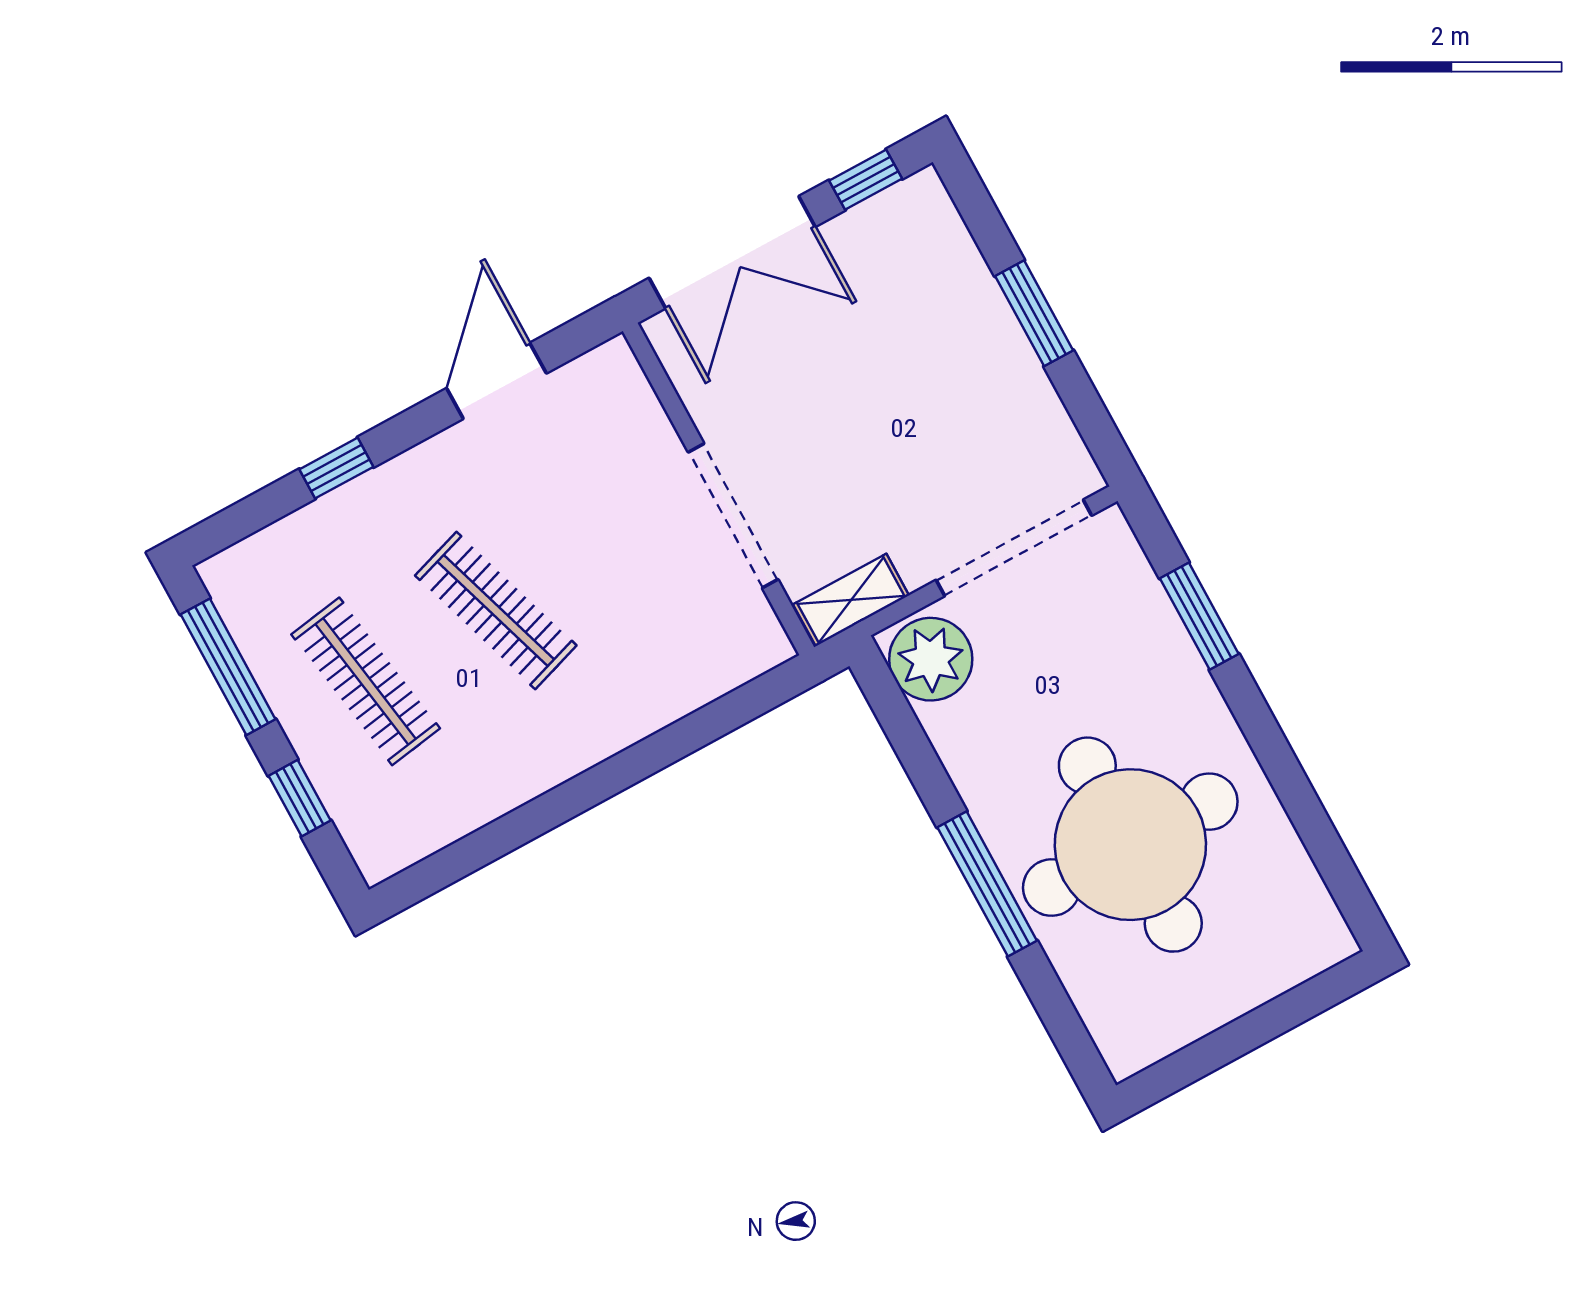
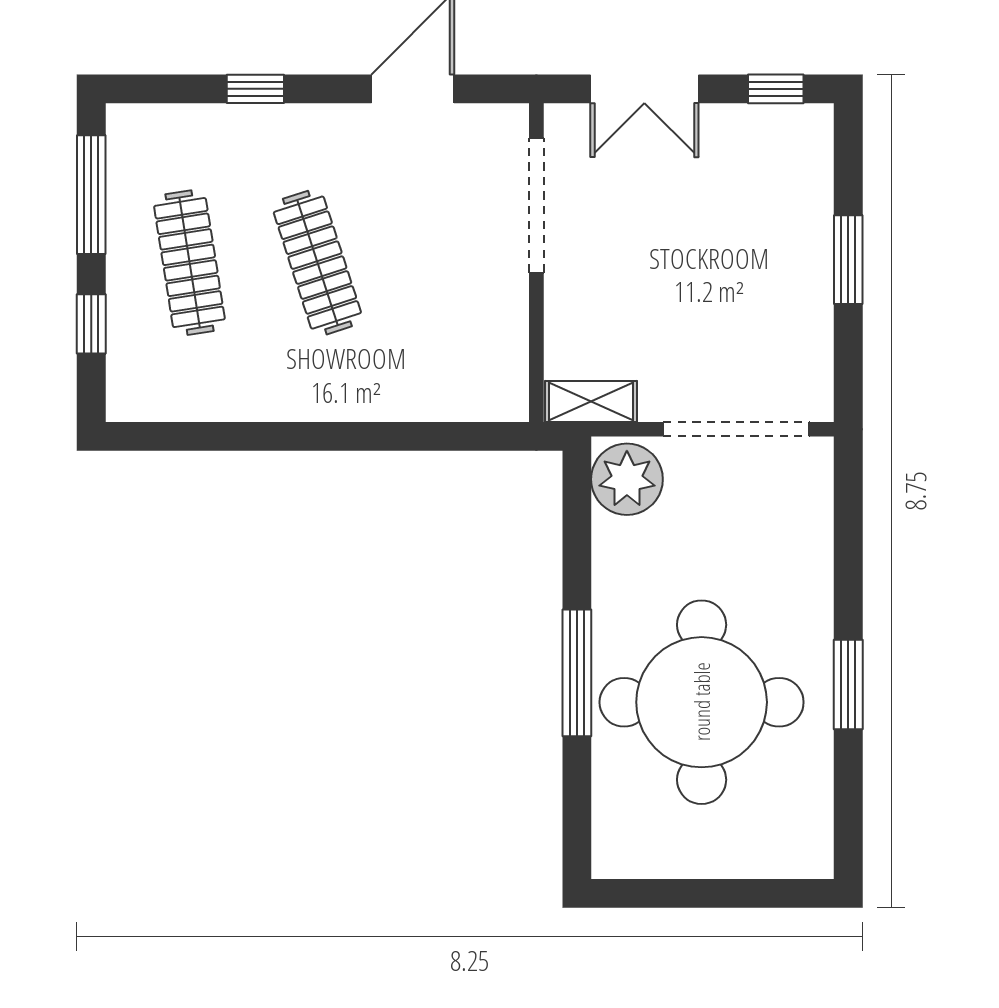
double door: (732, 252) -> (644, 89), width x0.73
doorway: (733, 516) -> (536, 205), moved
window: (1199, 616) -> (848, 684), moved

